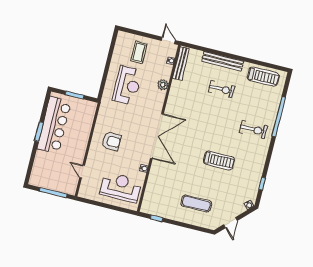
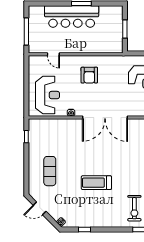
bar counter: (54, 125) -> (72, 16), moved
treadmill: (219, 161) -> (96, 183), turned 90
door: (82, 172) -> (53, 54), swing flipped

